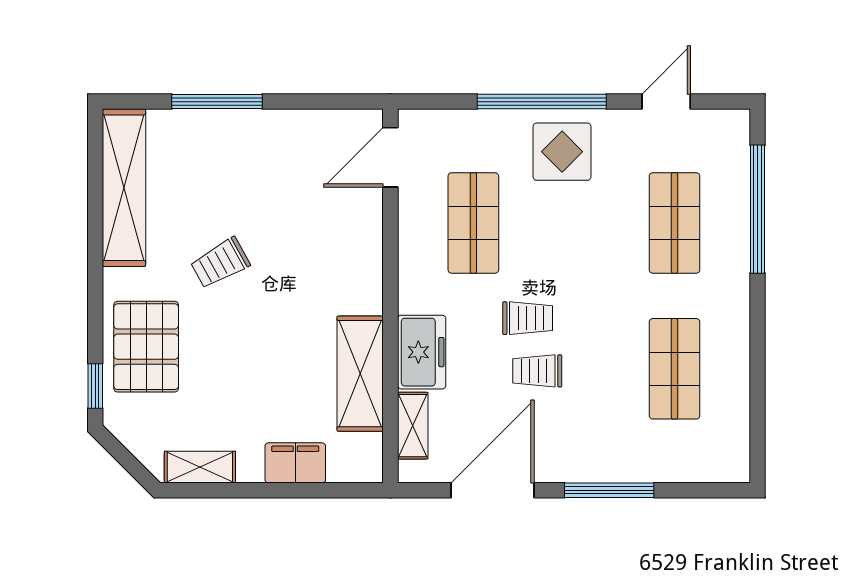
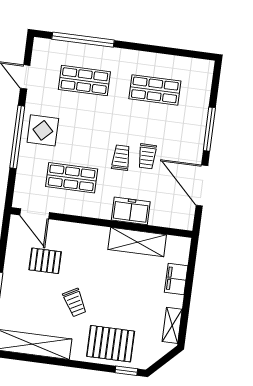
pallet: (297, 191) -> (45, 261), added
shelving: (413, 426) -> (166, 220), removed

